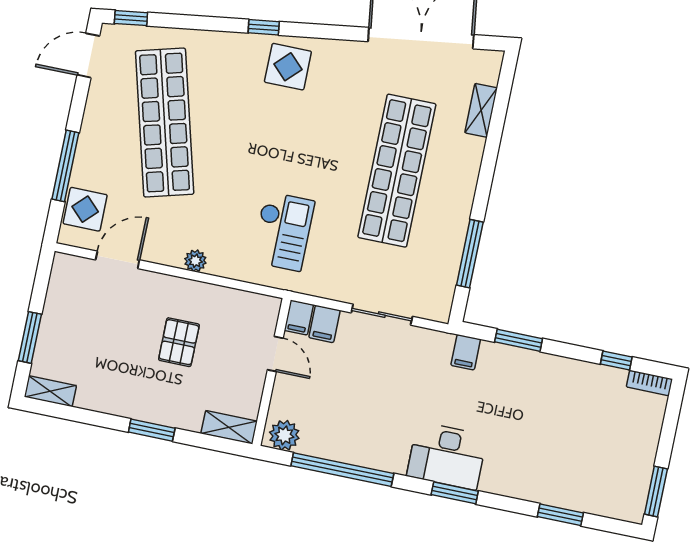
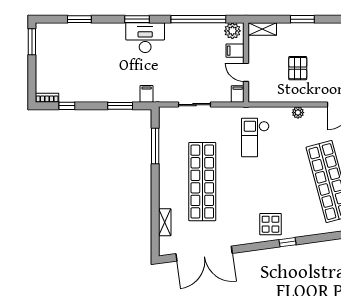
filing cabinet: (325, 324) -> (235, 51), moved, turned -90

